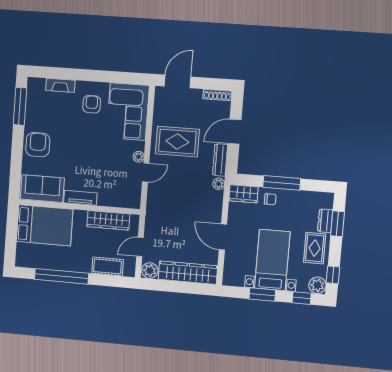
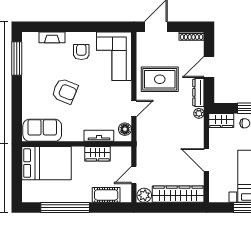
armchair: (38, 145) -> (65, 91), moved, turned 112
plant: (139, 157) -> (127, 95), removed
floor lamp: (134, 195) -> (125, 129), added
tv unit: (80, 198) -> (99, 136), moved
wardrobe: (108, 220) -> (97, 154), width x0.67

